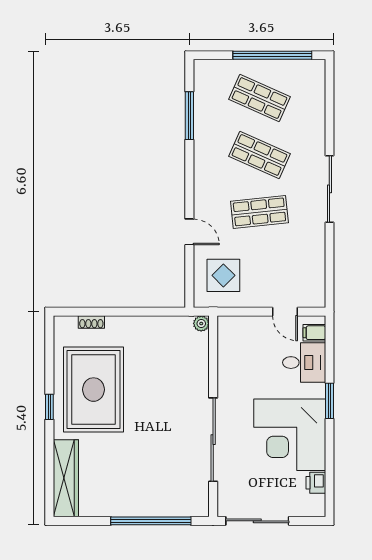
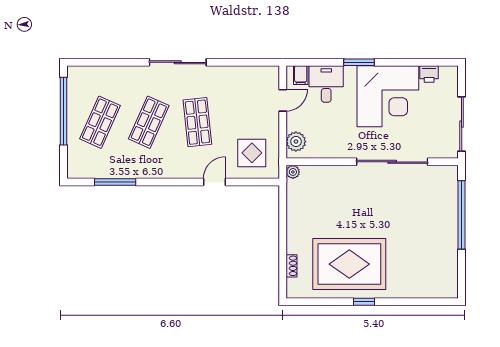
plant: (237, 327) -> (296, 142), added
wardrobe: (66, 478) -> (425, 288), removed

